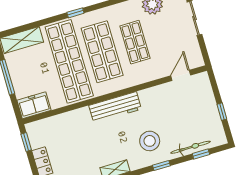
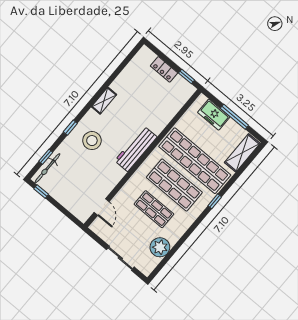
freezer: (34, 105) -> (214, 115), moved, turned 90
window: (222, 112) -> (41, 192), moved
bicycle: (190, 147) -> (47, 168), moved

